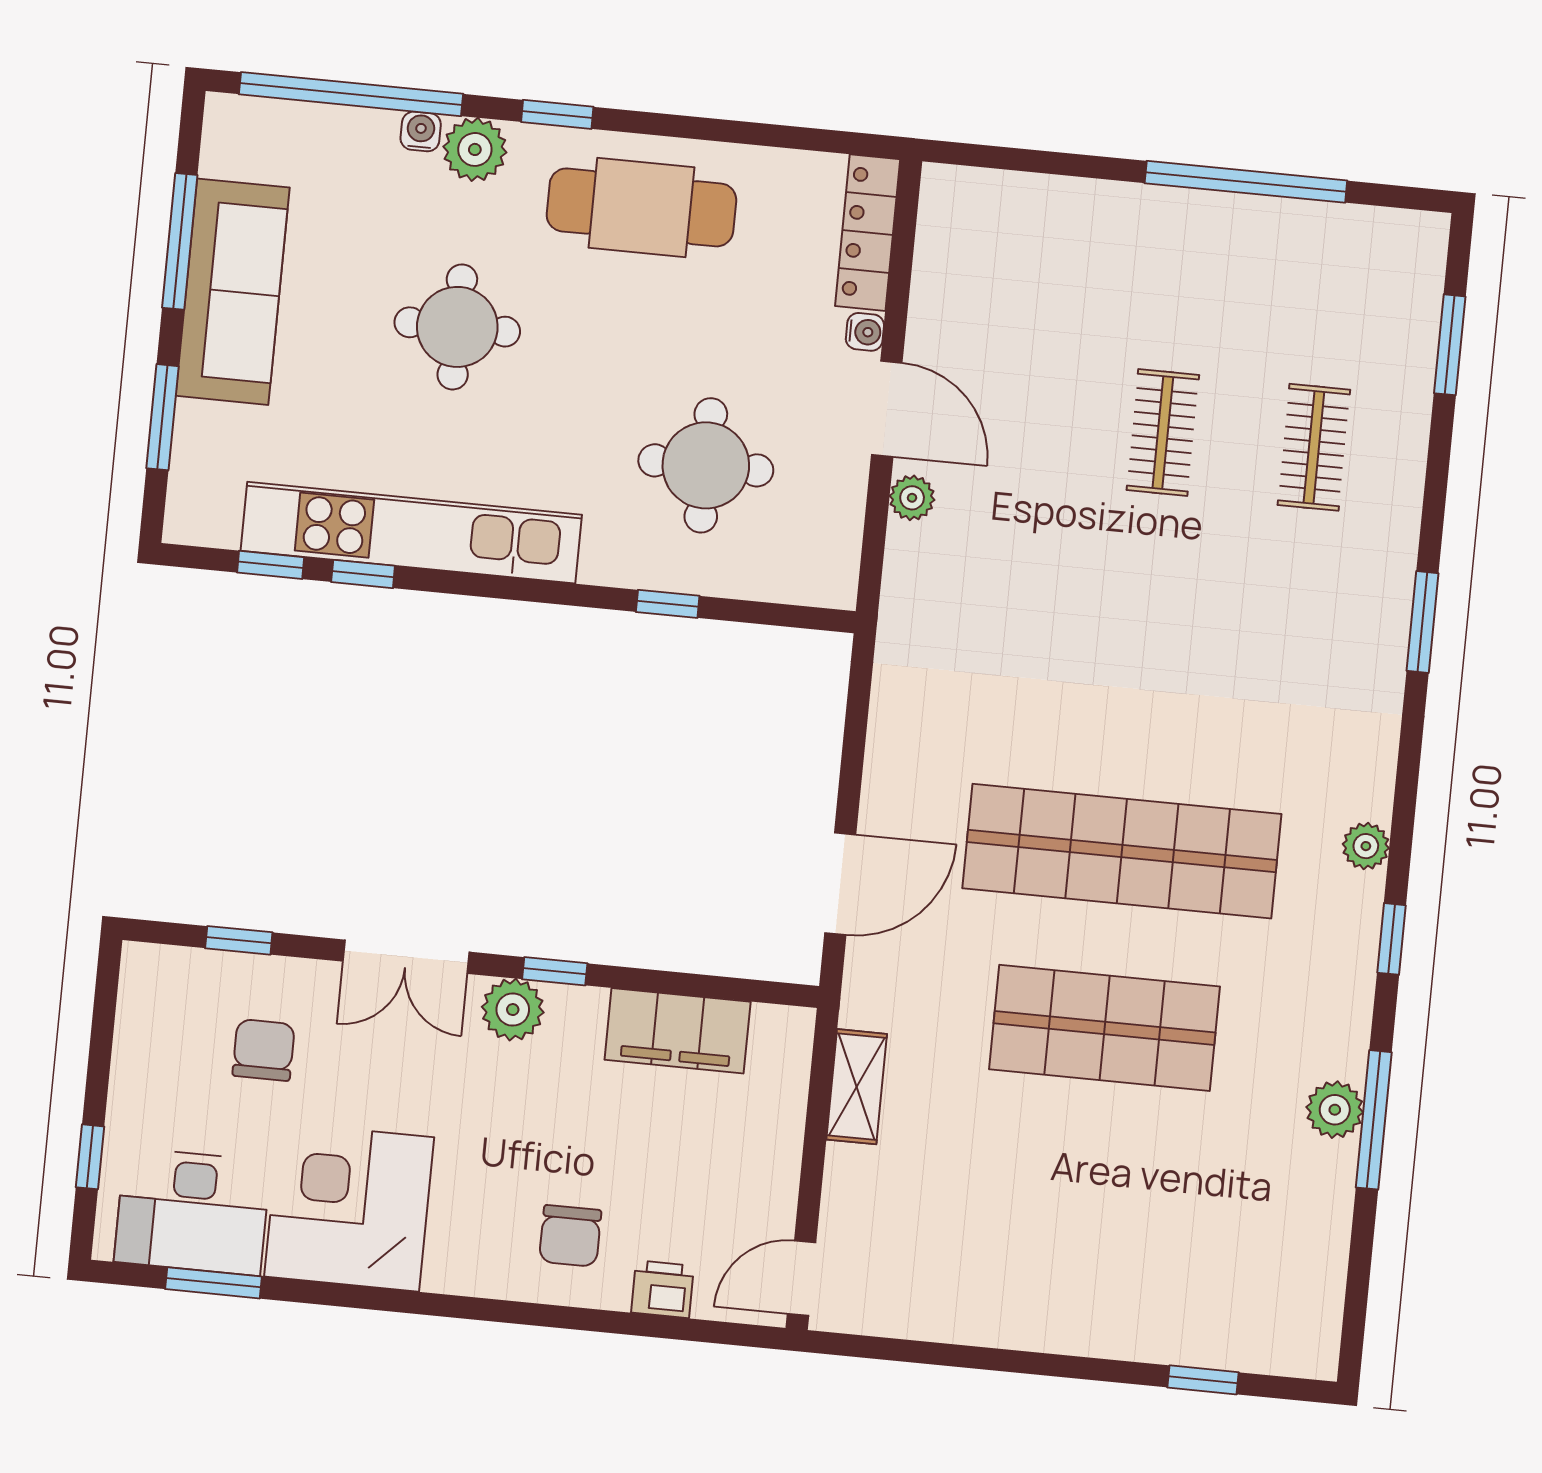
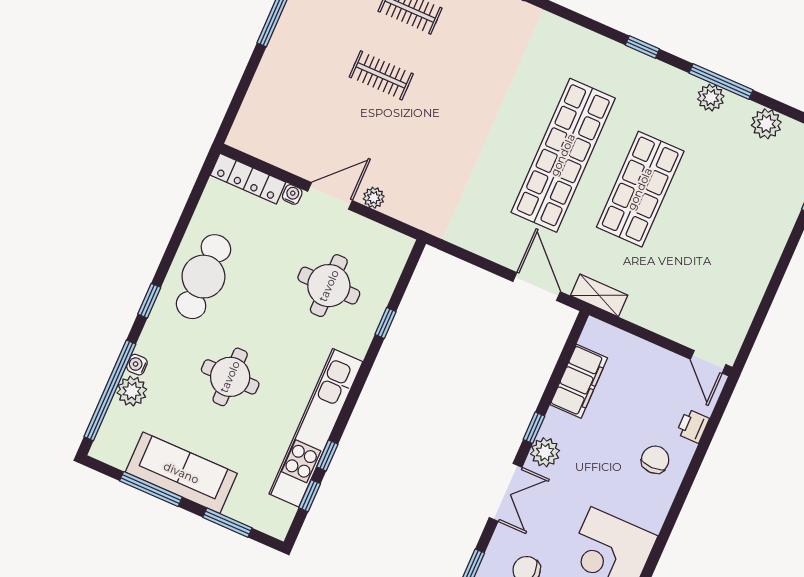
plant: (475, 149) -> (132, 391), moved
plant: (1366, 846) -> (766, 124), moved, width x1.38, depth x1.38
shelving: (857, 1087) -> (599, 295), moved
chair: (570, 1236) -> (655, 460), turned -90

